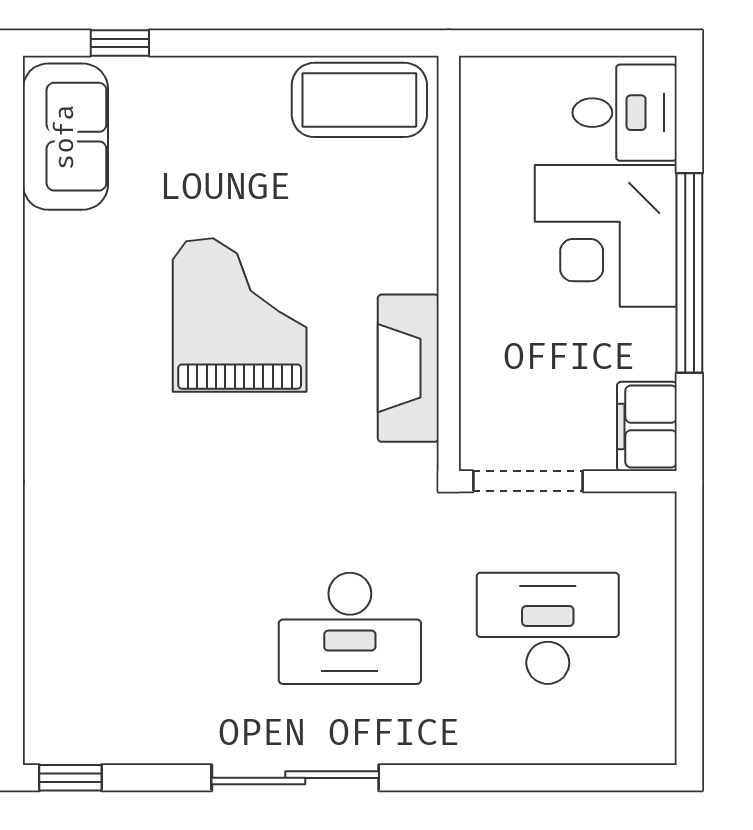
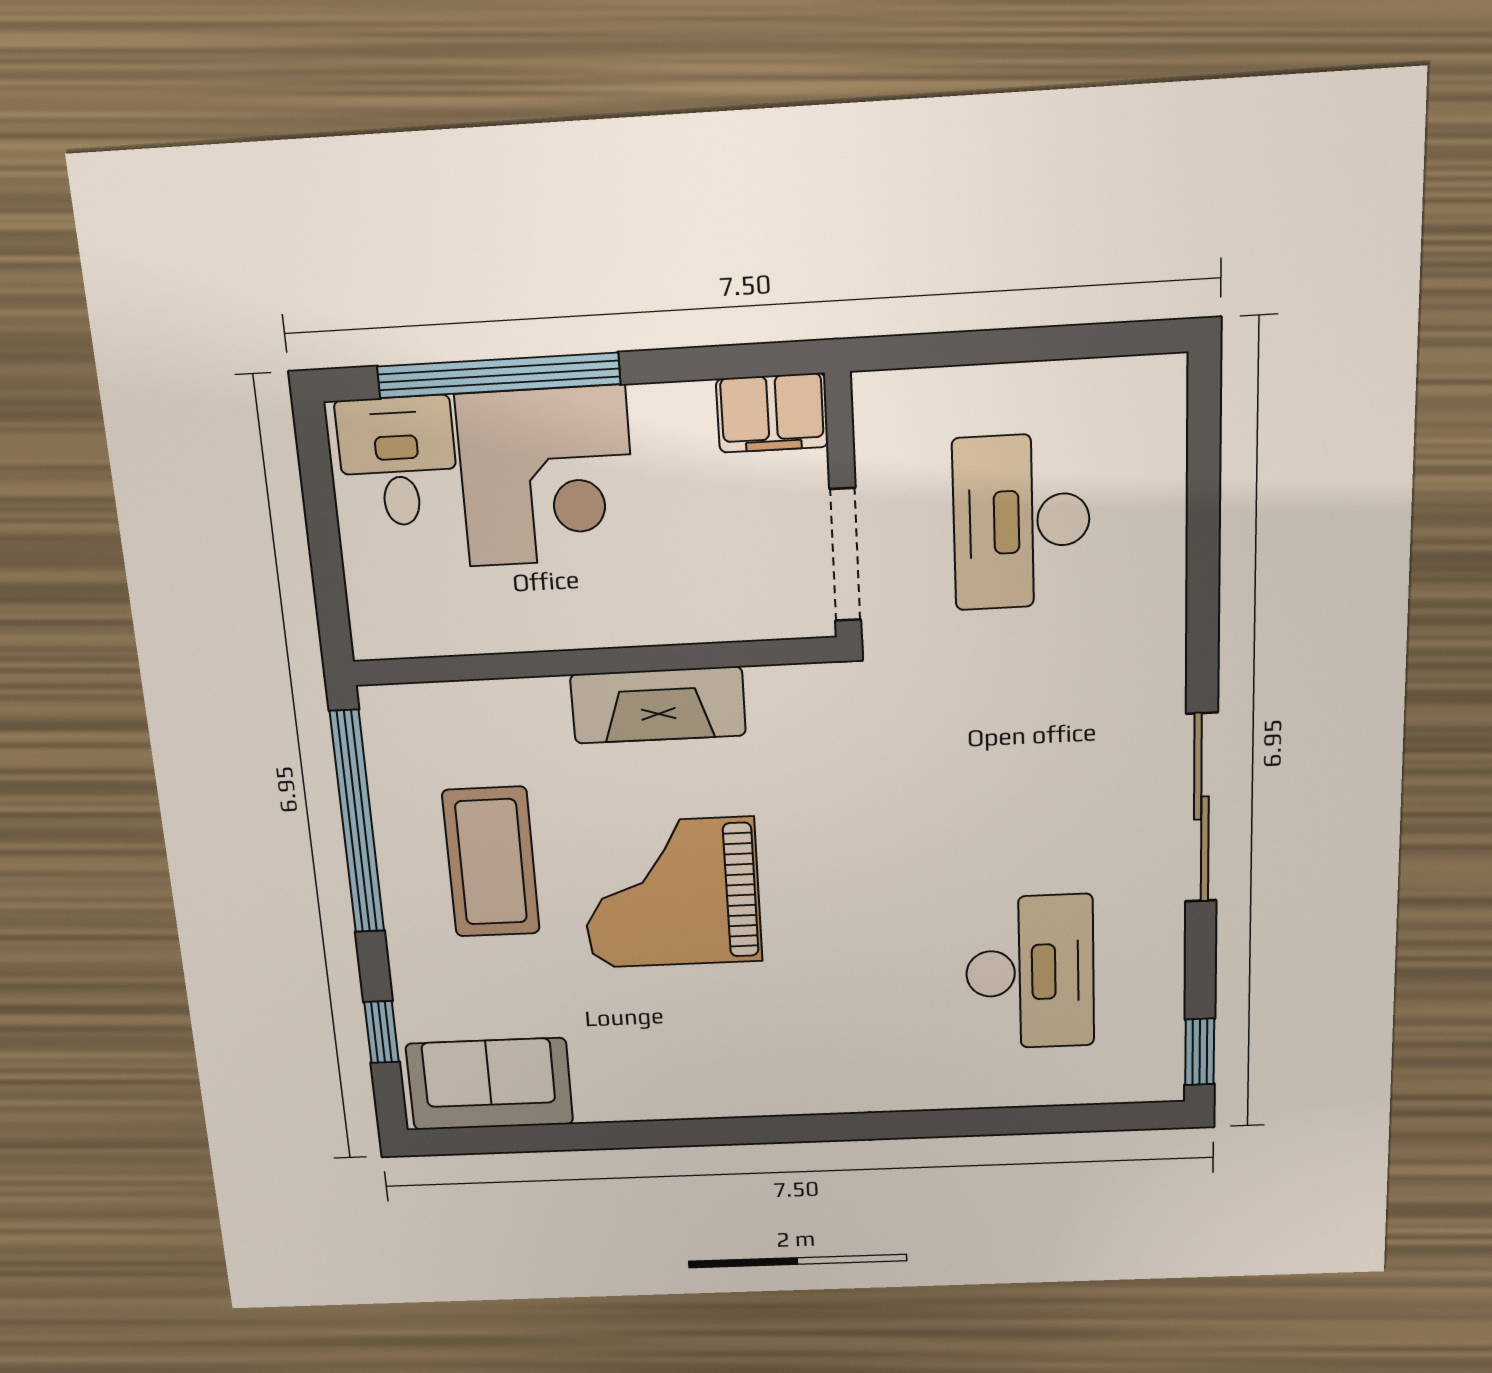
window: (317, 43) -> (357, 822), added
coffee table: (359, 100) -> (491, 862), moved
window: (689, 273) -> (499, 375), moved
fireplace: (408, 368) -> (658, 705), moved
desk: (350, 628) -> (1030, 972), moved

